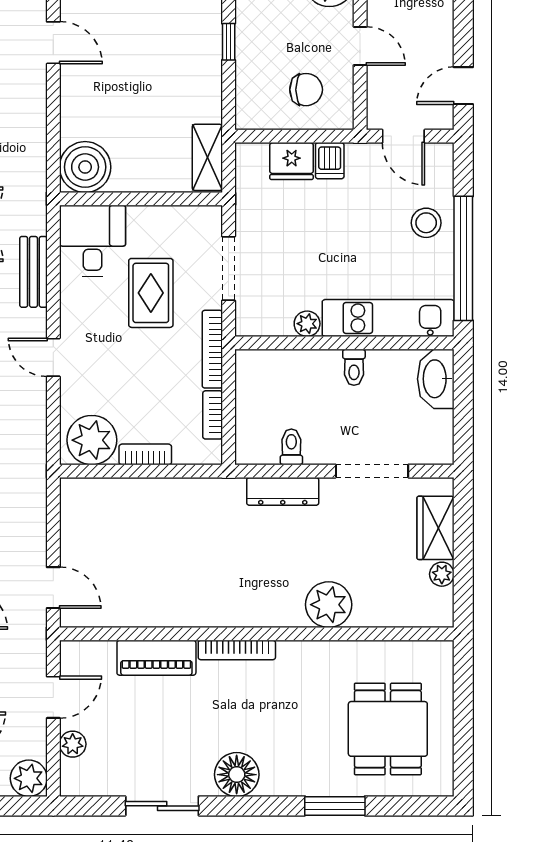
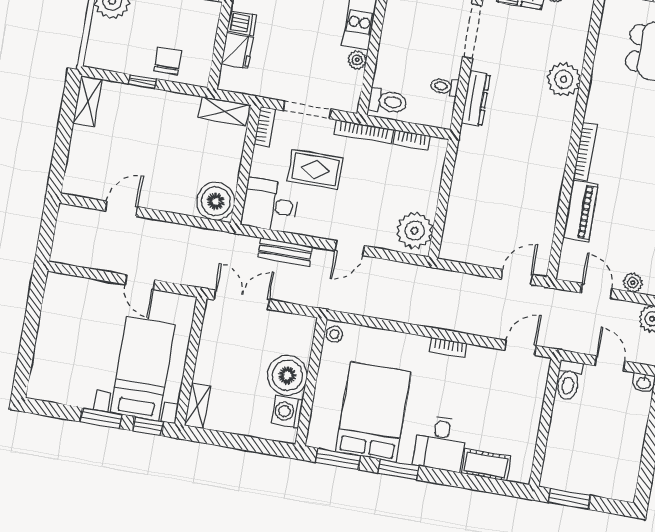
chair: (306, 90) -> (168, 61), moved
toilet: (354, 367) -> (388, 101), moved, width x1.37, depth x1.39
bookcase: (145, 454) -> (265, 127), moved, turned 180

